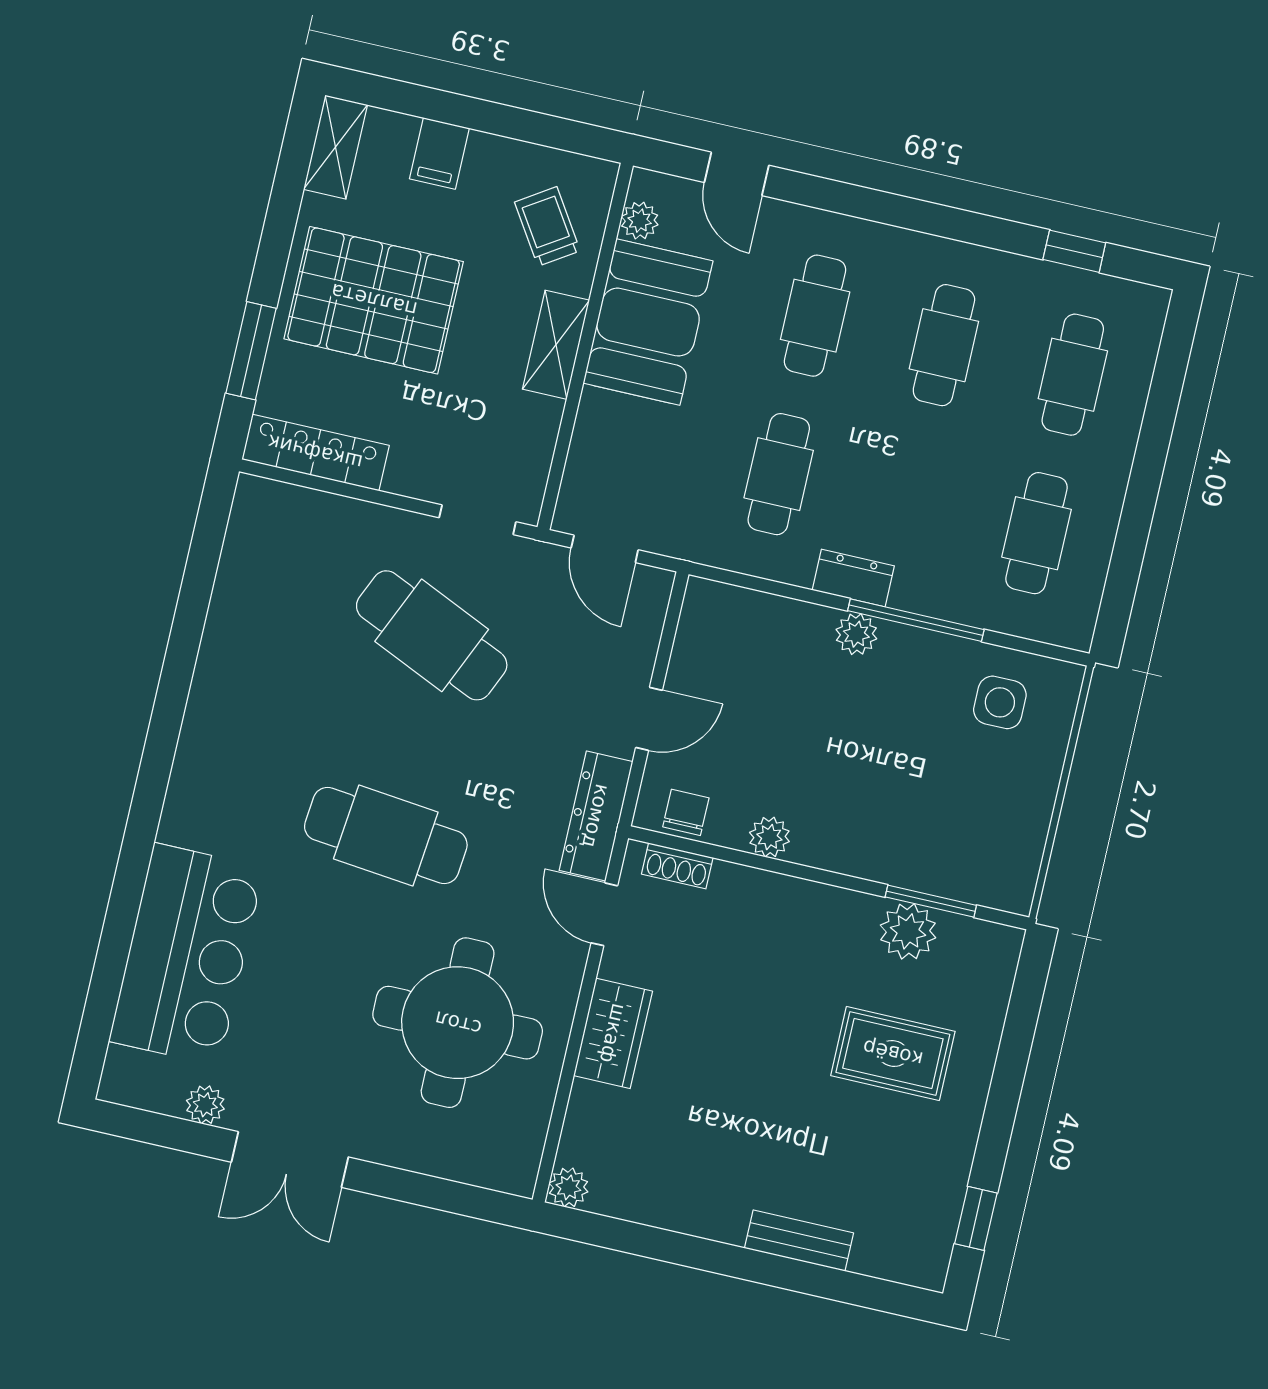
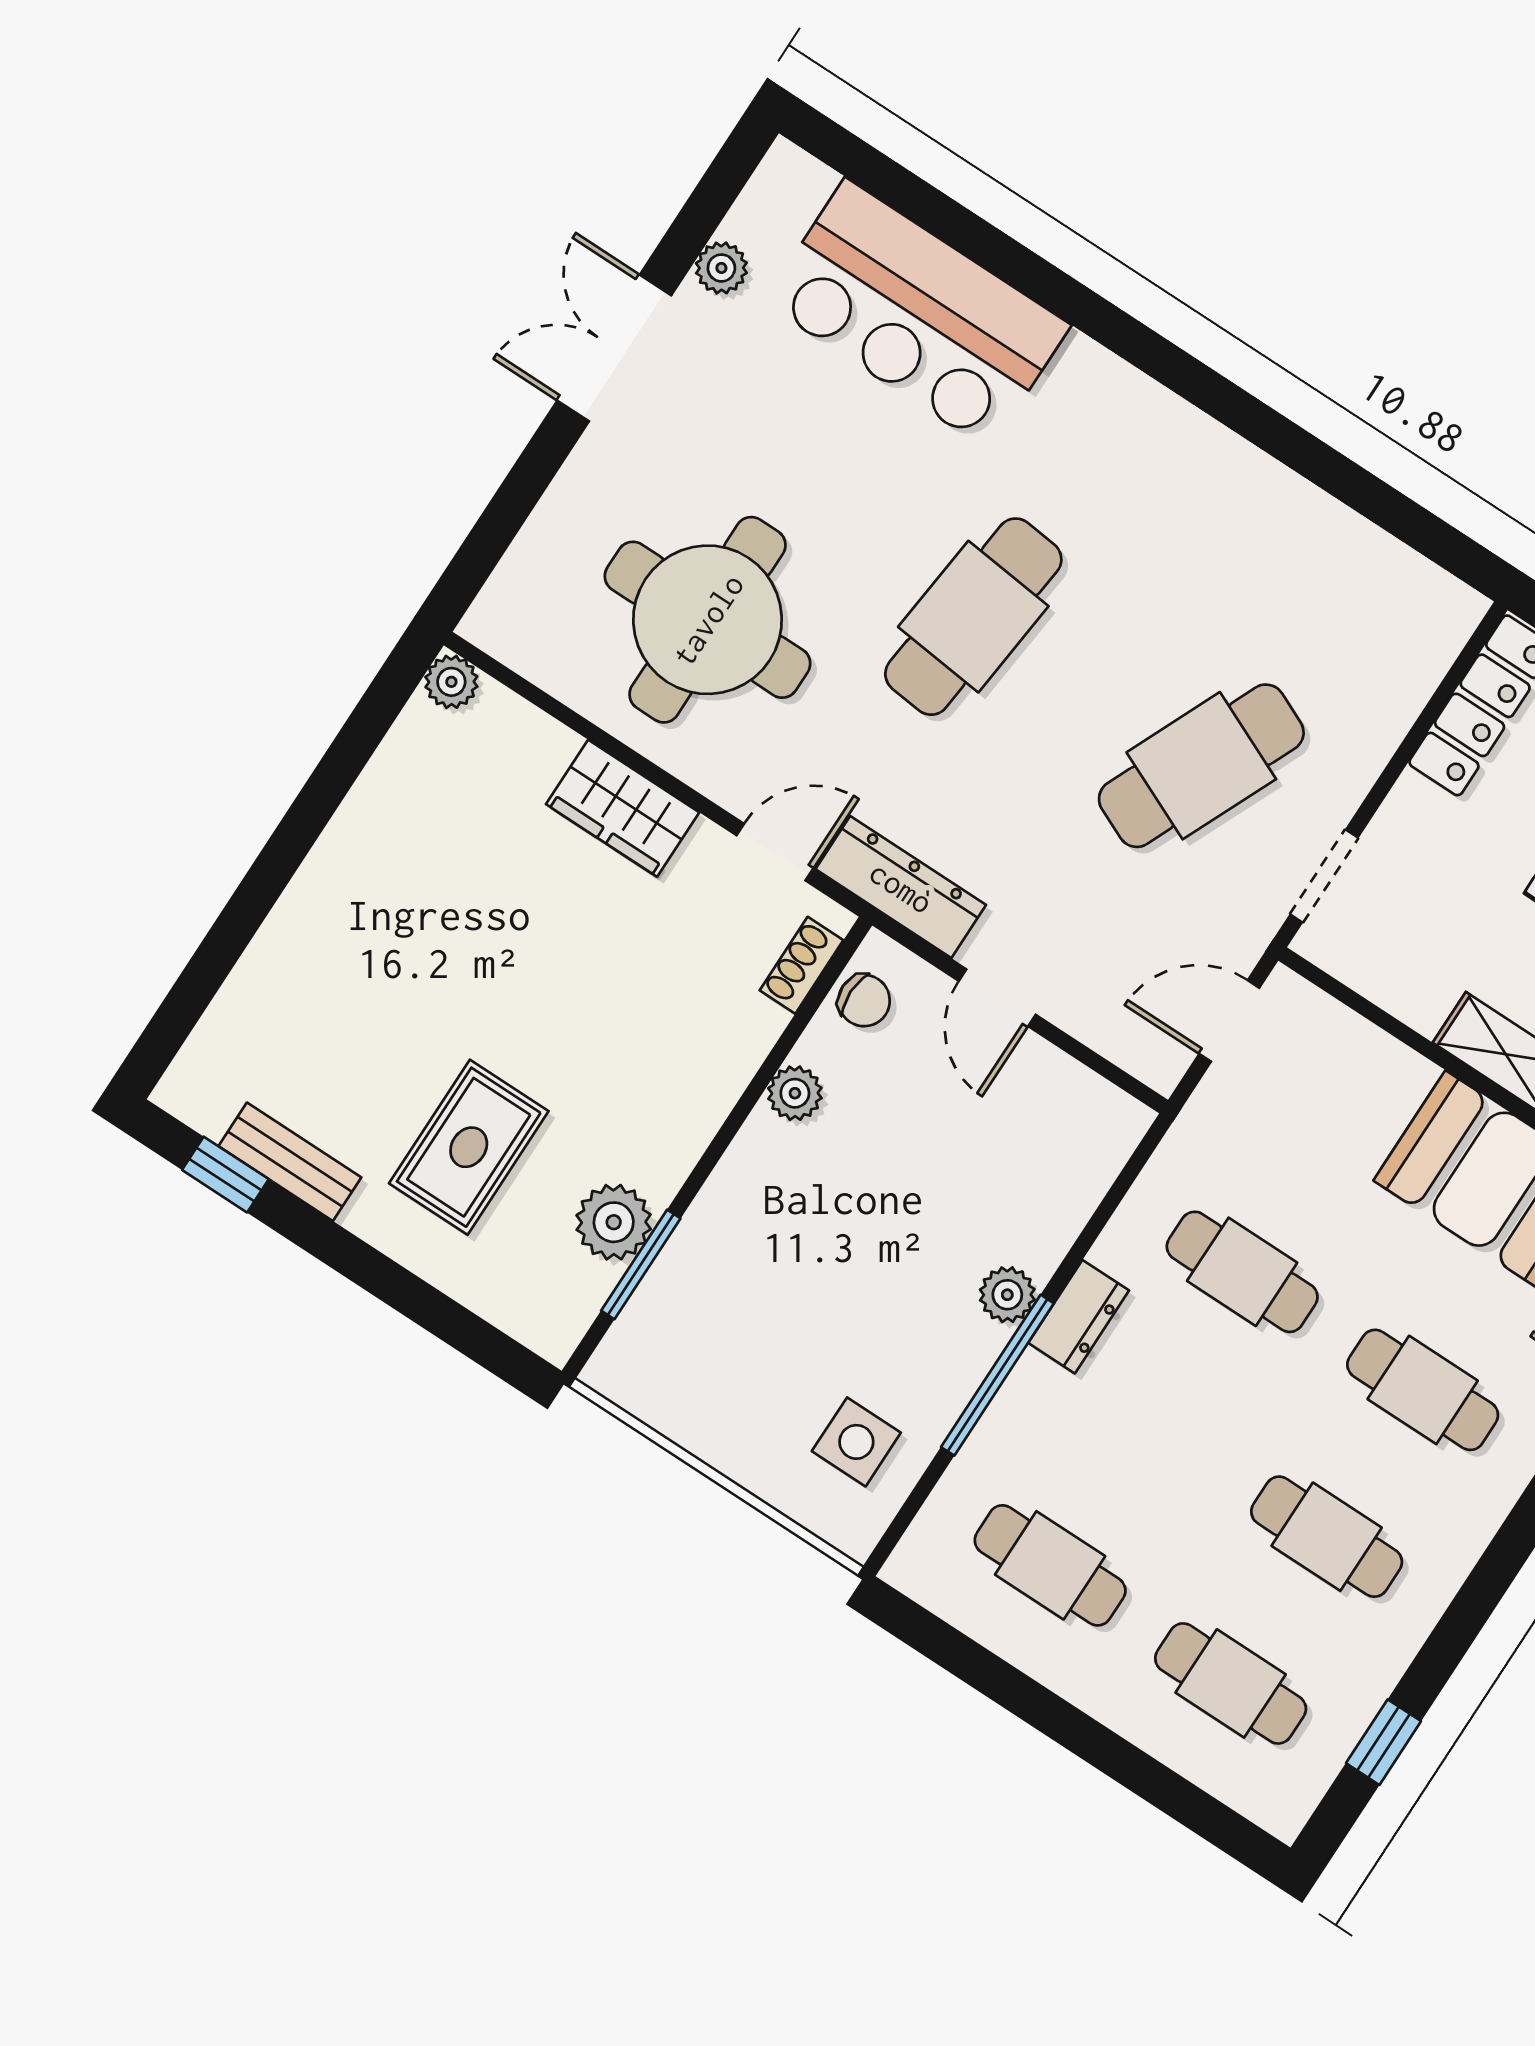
bench: (799, 1241) -> (290, 1162), moved, turned 90

